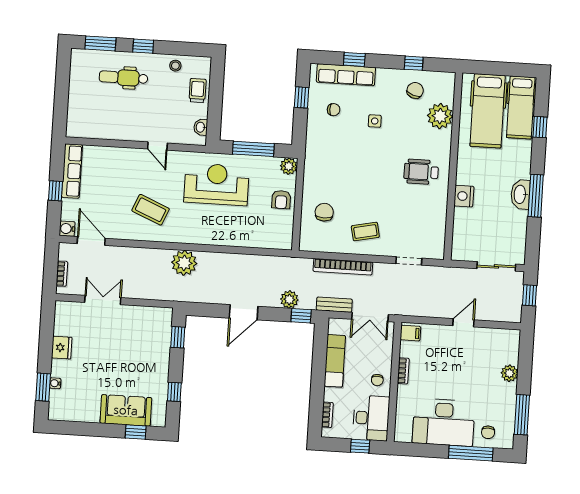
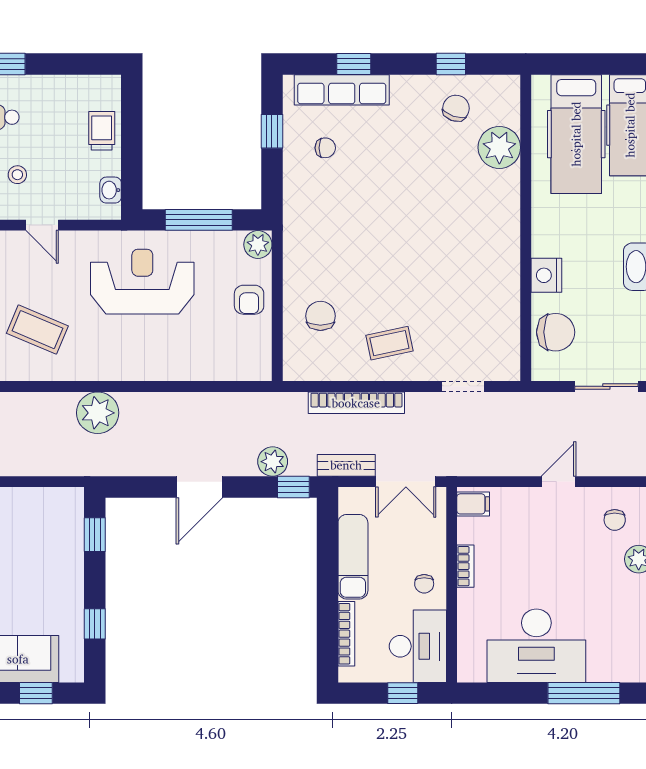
stool: (175, 66) -> (17, 175), moved
side table: (375, 121) -> (393, 162), removed
wheelchair: (421, 172) -> (474, 240), removed
chair: (467, 231) -> (556, 332), added
bookcase: (327, 415) -> (346, 634), width x1.56
chair: (488, 432) -> (615, 520), moved

